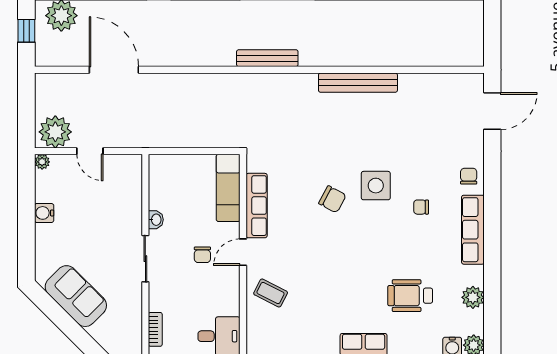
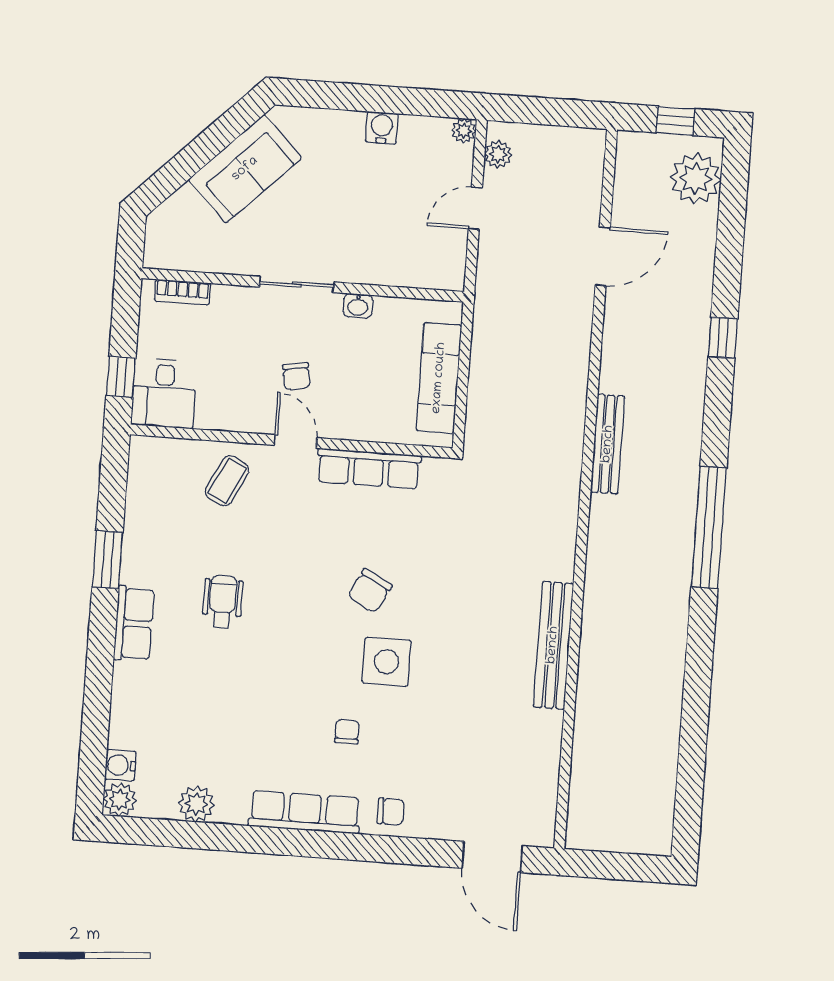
bench: (267, 58) -> (608, 444), moved
door: (114, 70) -> (603, 256), width x0.73
plant: (55, 132) -> (498, 154), width x0.53, depth x0.53
exam couch: (228, 188) -> (439, 378), moved, turned -90
chair: (202, 255) -> (296, 376), turned -100
wheelchair: (410, 296) -> (223, 602), moved, width x0.73, depth x0.73

